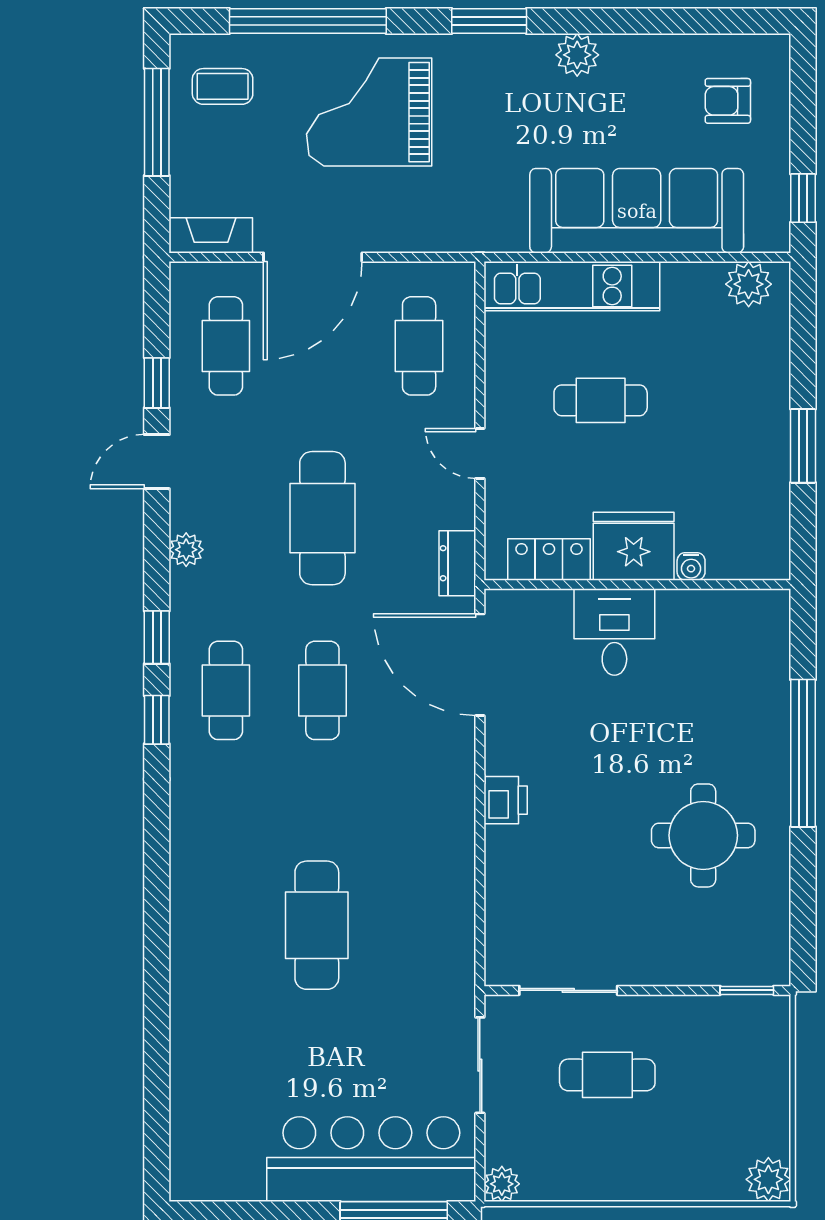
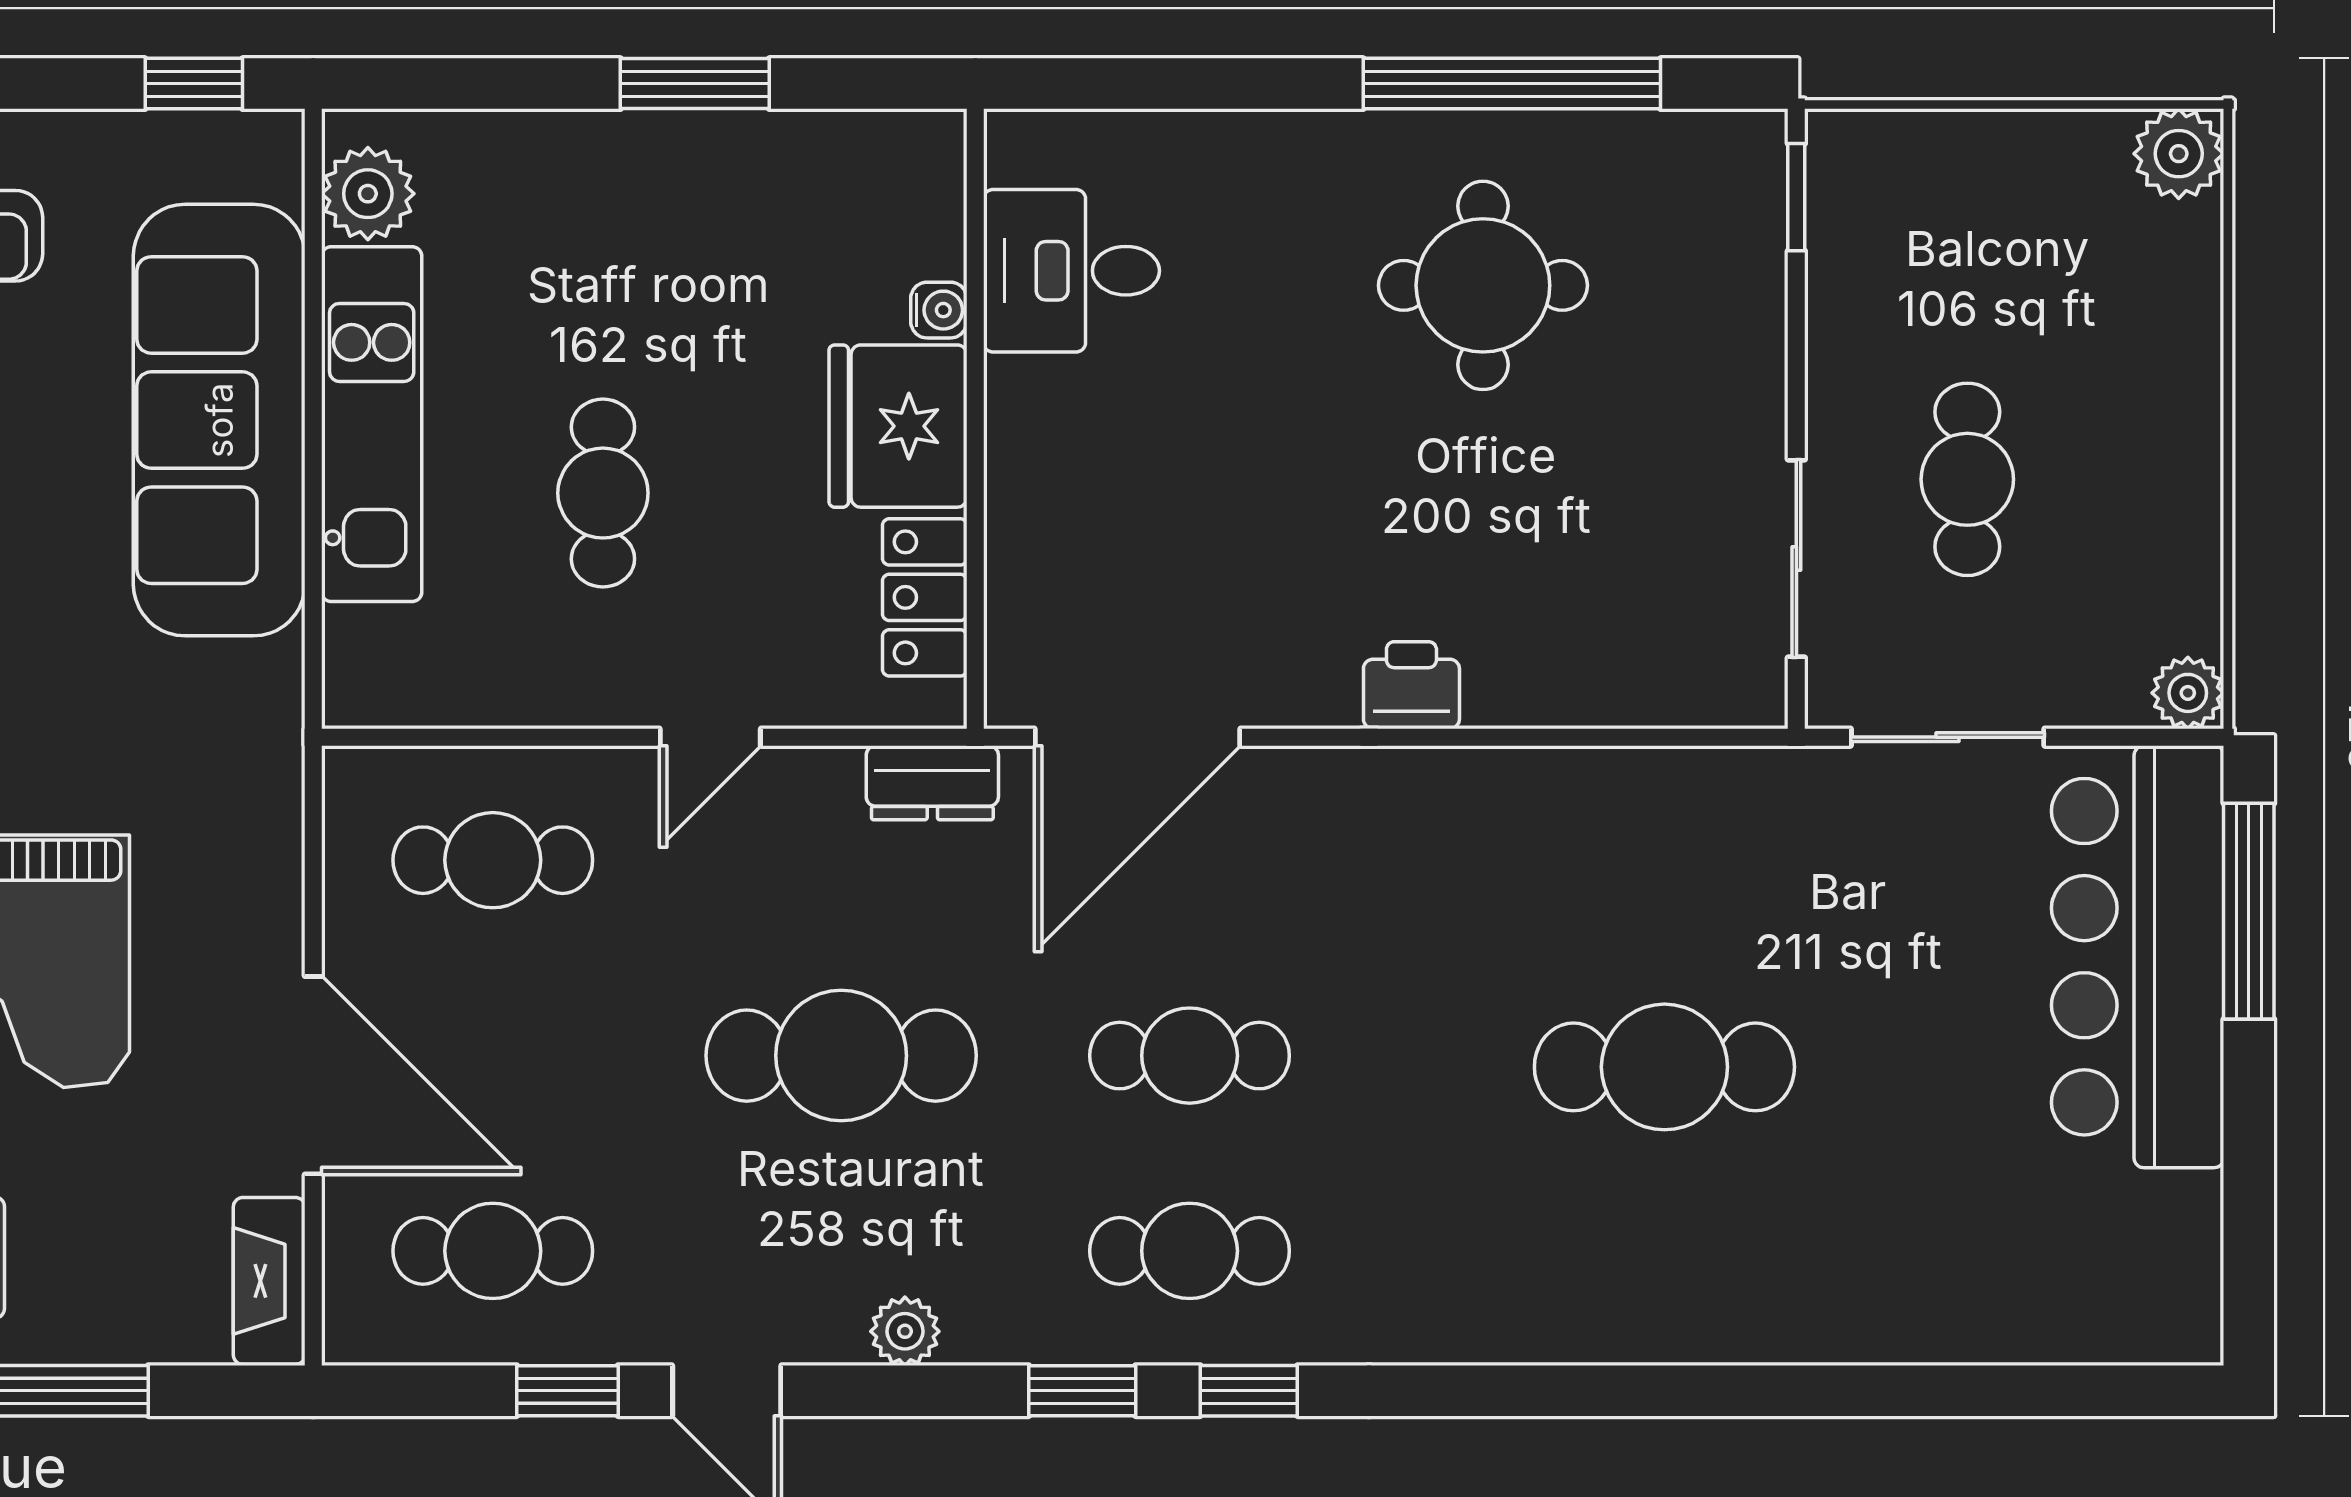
kitchen unit: (572, 286) -> (372, 424), moved
desk: (614, 632) -> (1071, 271), moved
window: (803, 753) -> (1512, 84), moved

